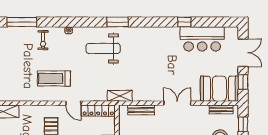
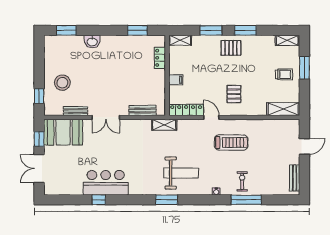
window: (22, 22) -> (246, 200), moved
bar counter: (202, 39) -> (106, 183), moved
bench: (221, 109) -> (76, 111), moved

